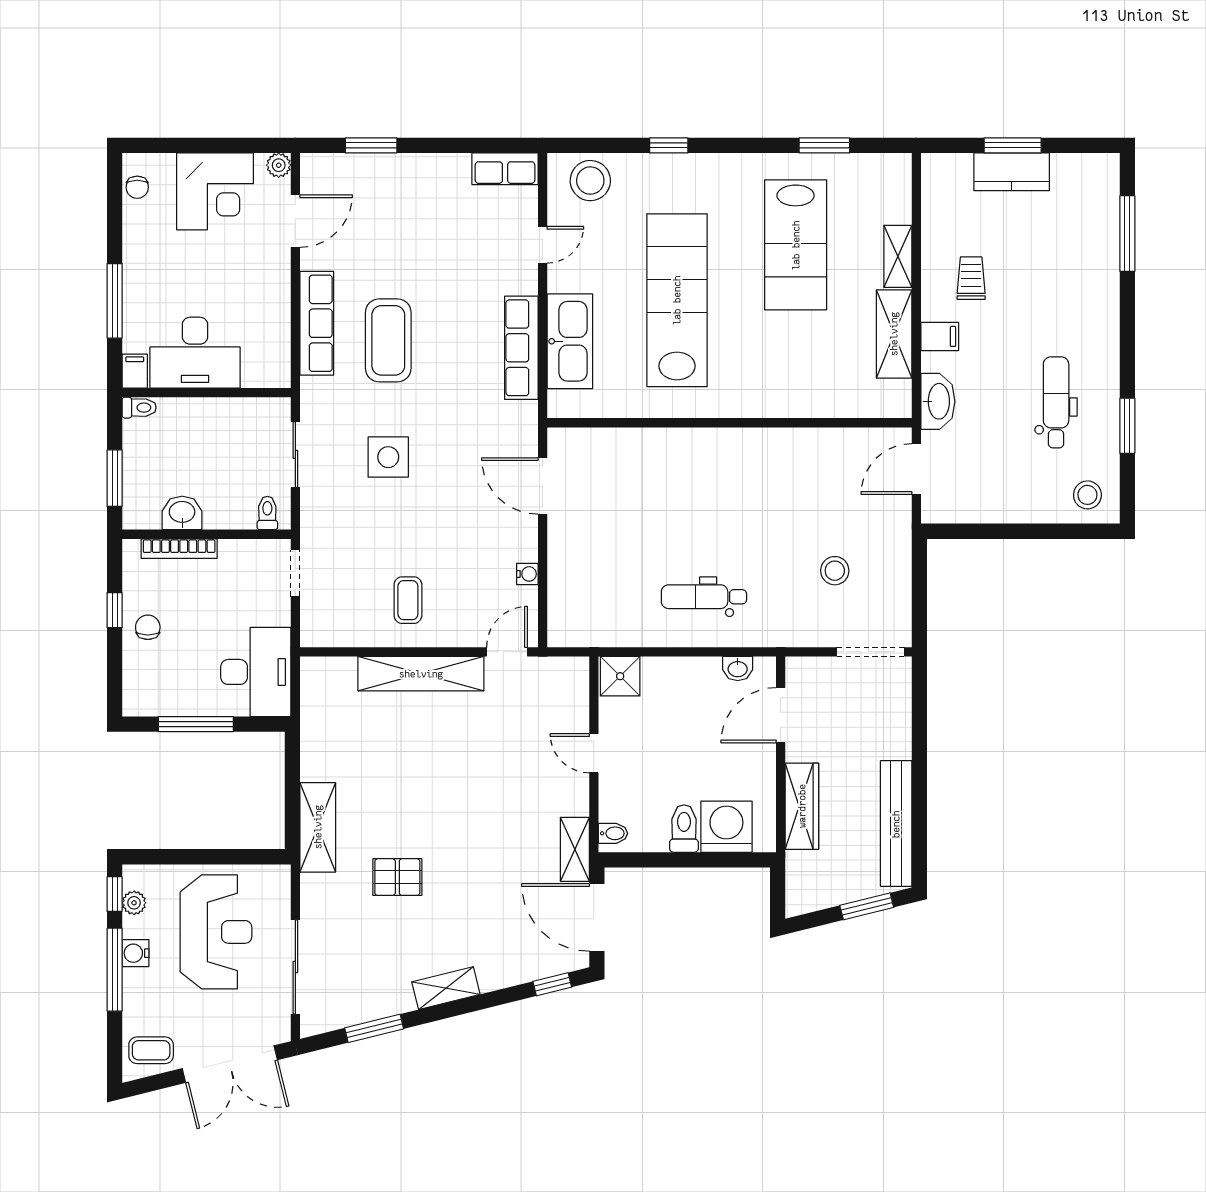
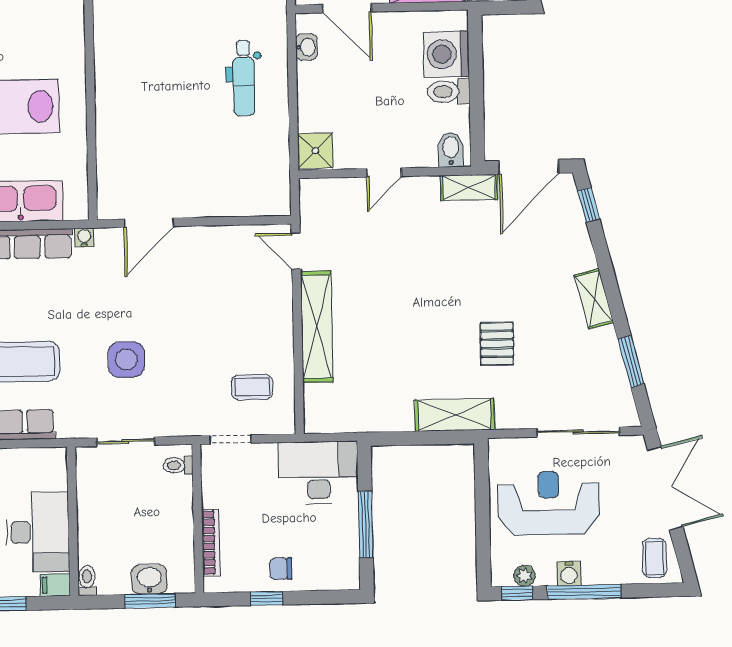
washbasin: (182, 513) -> (149, 579), moved, turned 90
water cooler: (527, 574) -> (84, 237), moved
coffee table: (408, 600) -> (252, 387), moved
bidet: (613, 833) -> (451, 150), width x1.38, depth x1.36

